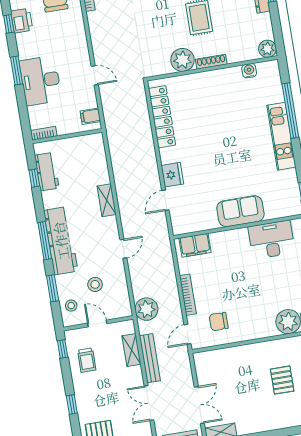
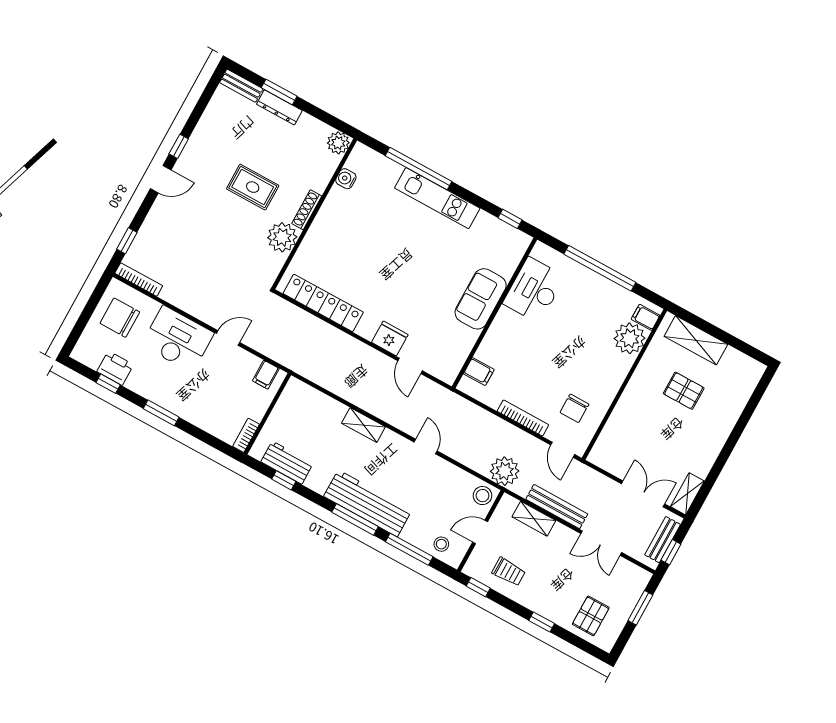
desk: (40, 81) -> (178, 339), moved, turned 180
filing cabinet: (195, 245) -> (479, 372), width x0.50
stool: (95, 284) -> (482, 496), moved
window: (53, 288) -> (409, 549), width x1.44

